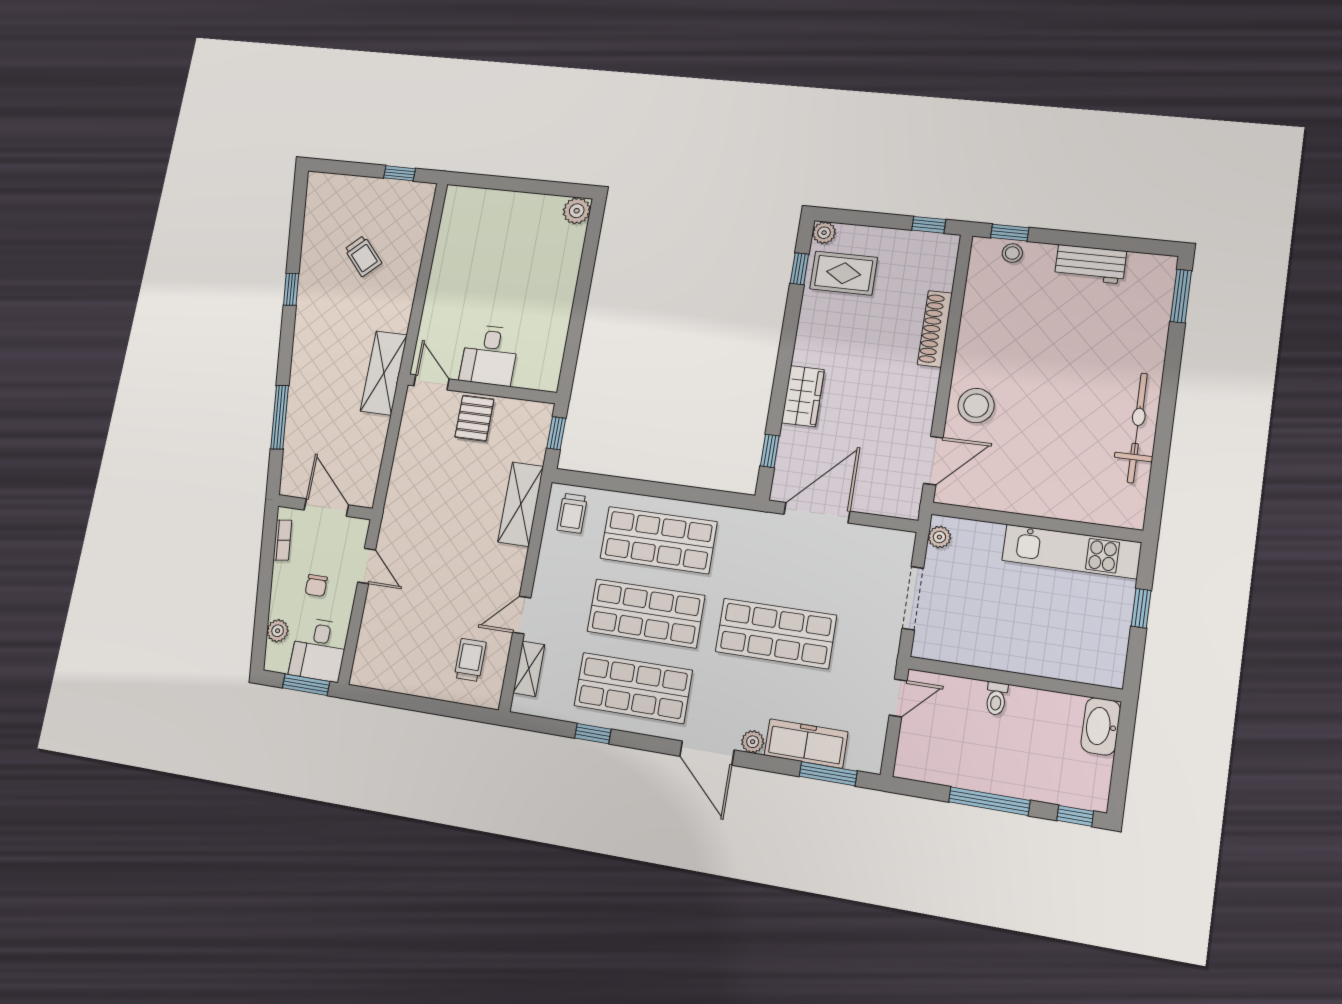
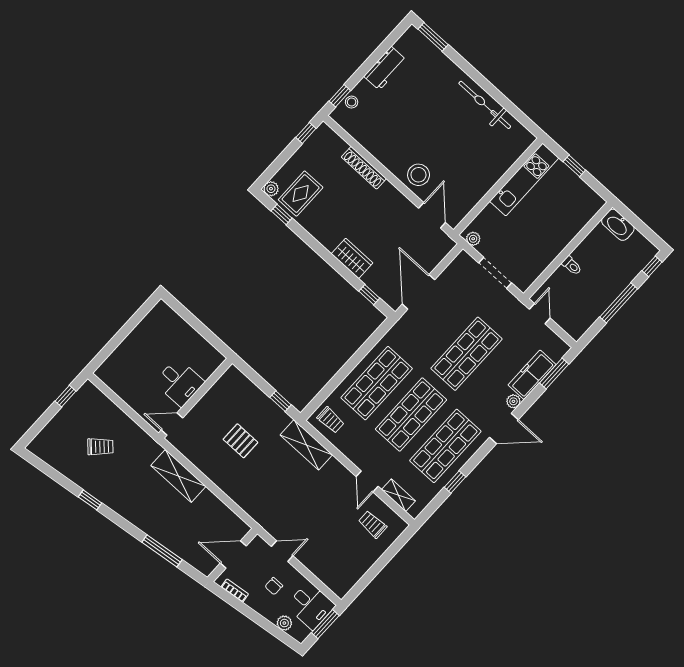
plant: (577, 211) -> (162, 311), removed
desk: (489, 355) -> (179, 382), moved
door: (431, 382) -> (172, 424), moved
wall: (482, 389) -> (195, 398), moved
chair: (316, 586) -> (274, 586), turned 90

